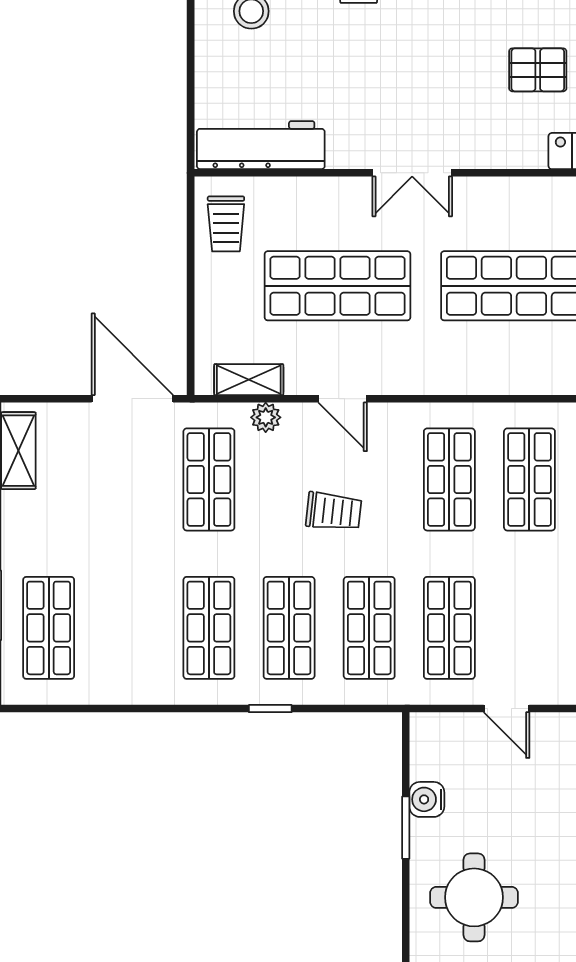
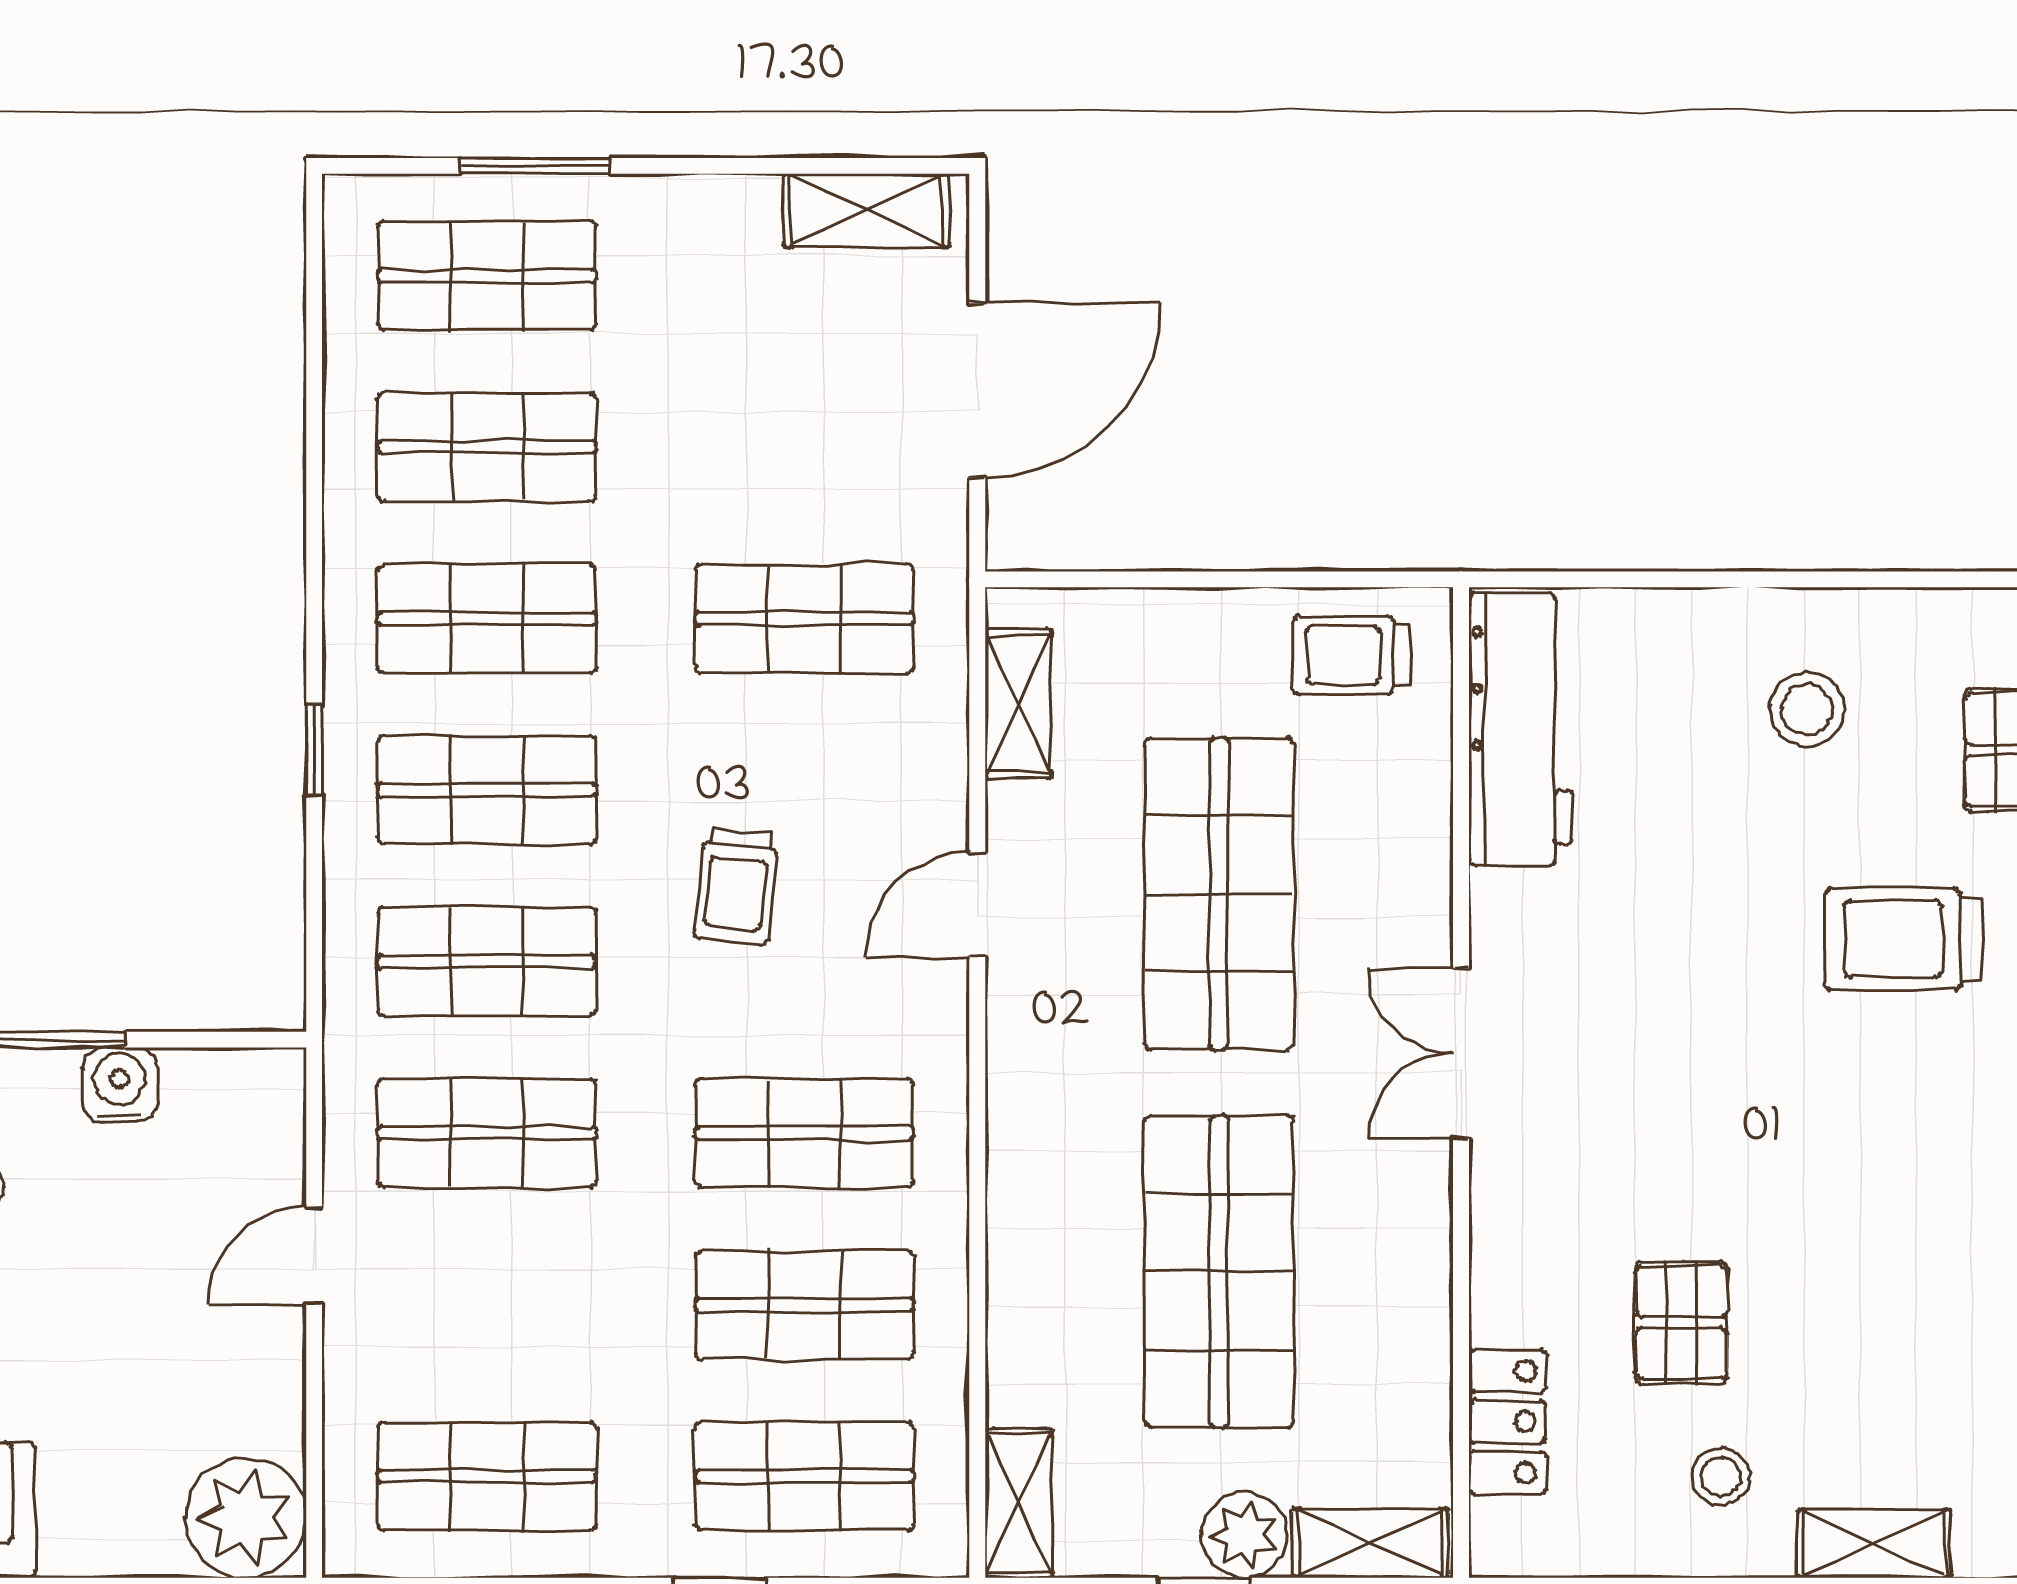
door: (132, 399) -> (977, 390), moved
plant: (266, 417) -> (937, 740), removed
shop shelf: (129, 628) -> (487, 447), added

